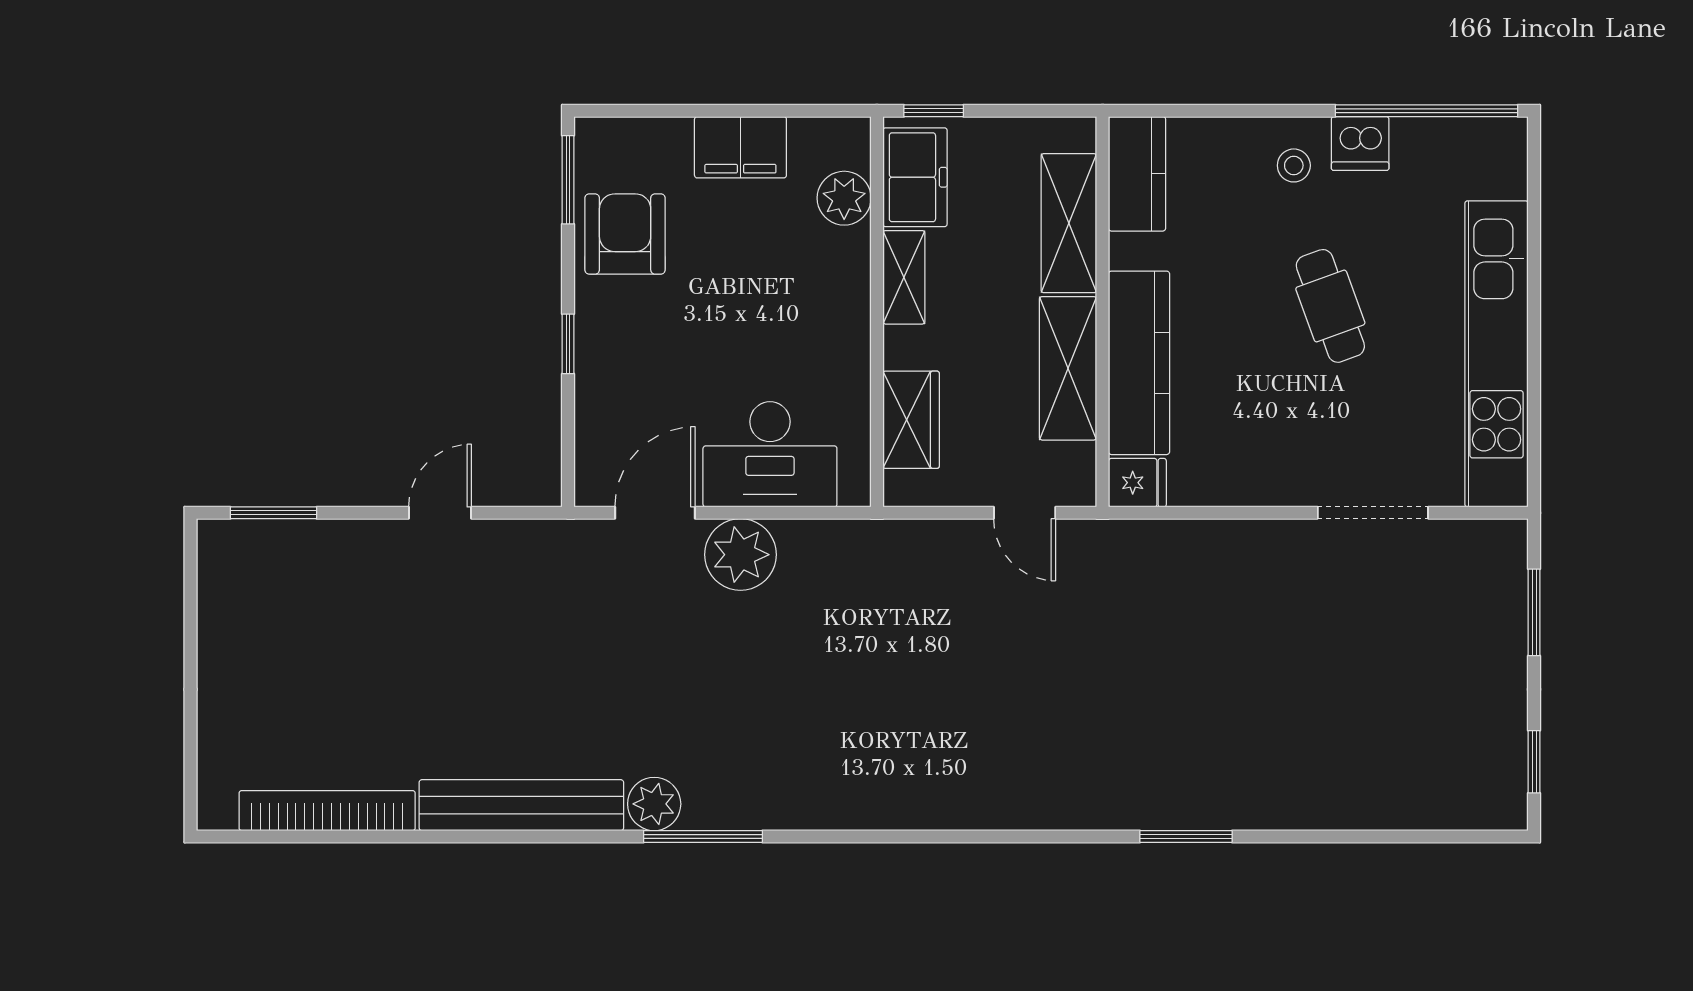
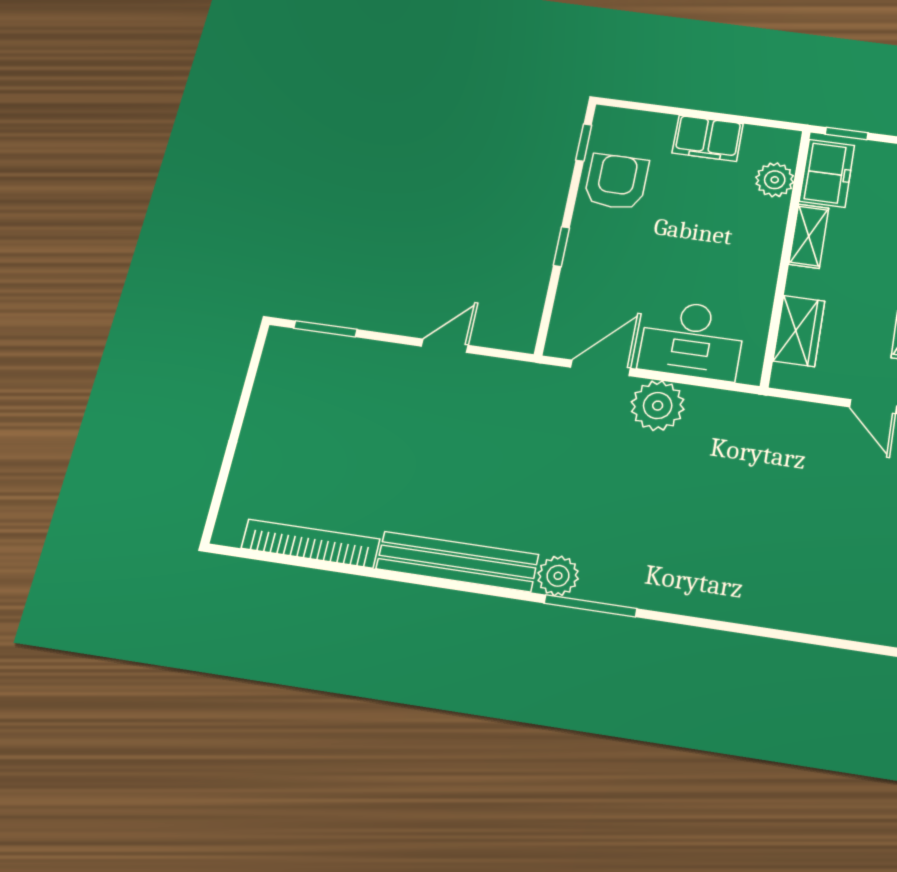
window: (568, 180) -> (584, 143), width x0.67

